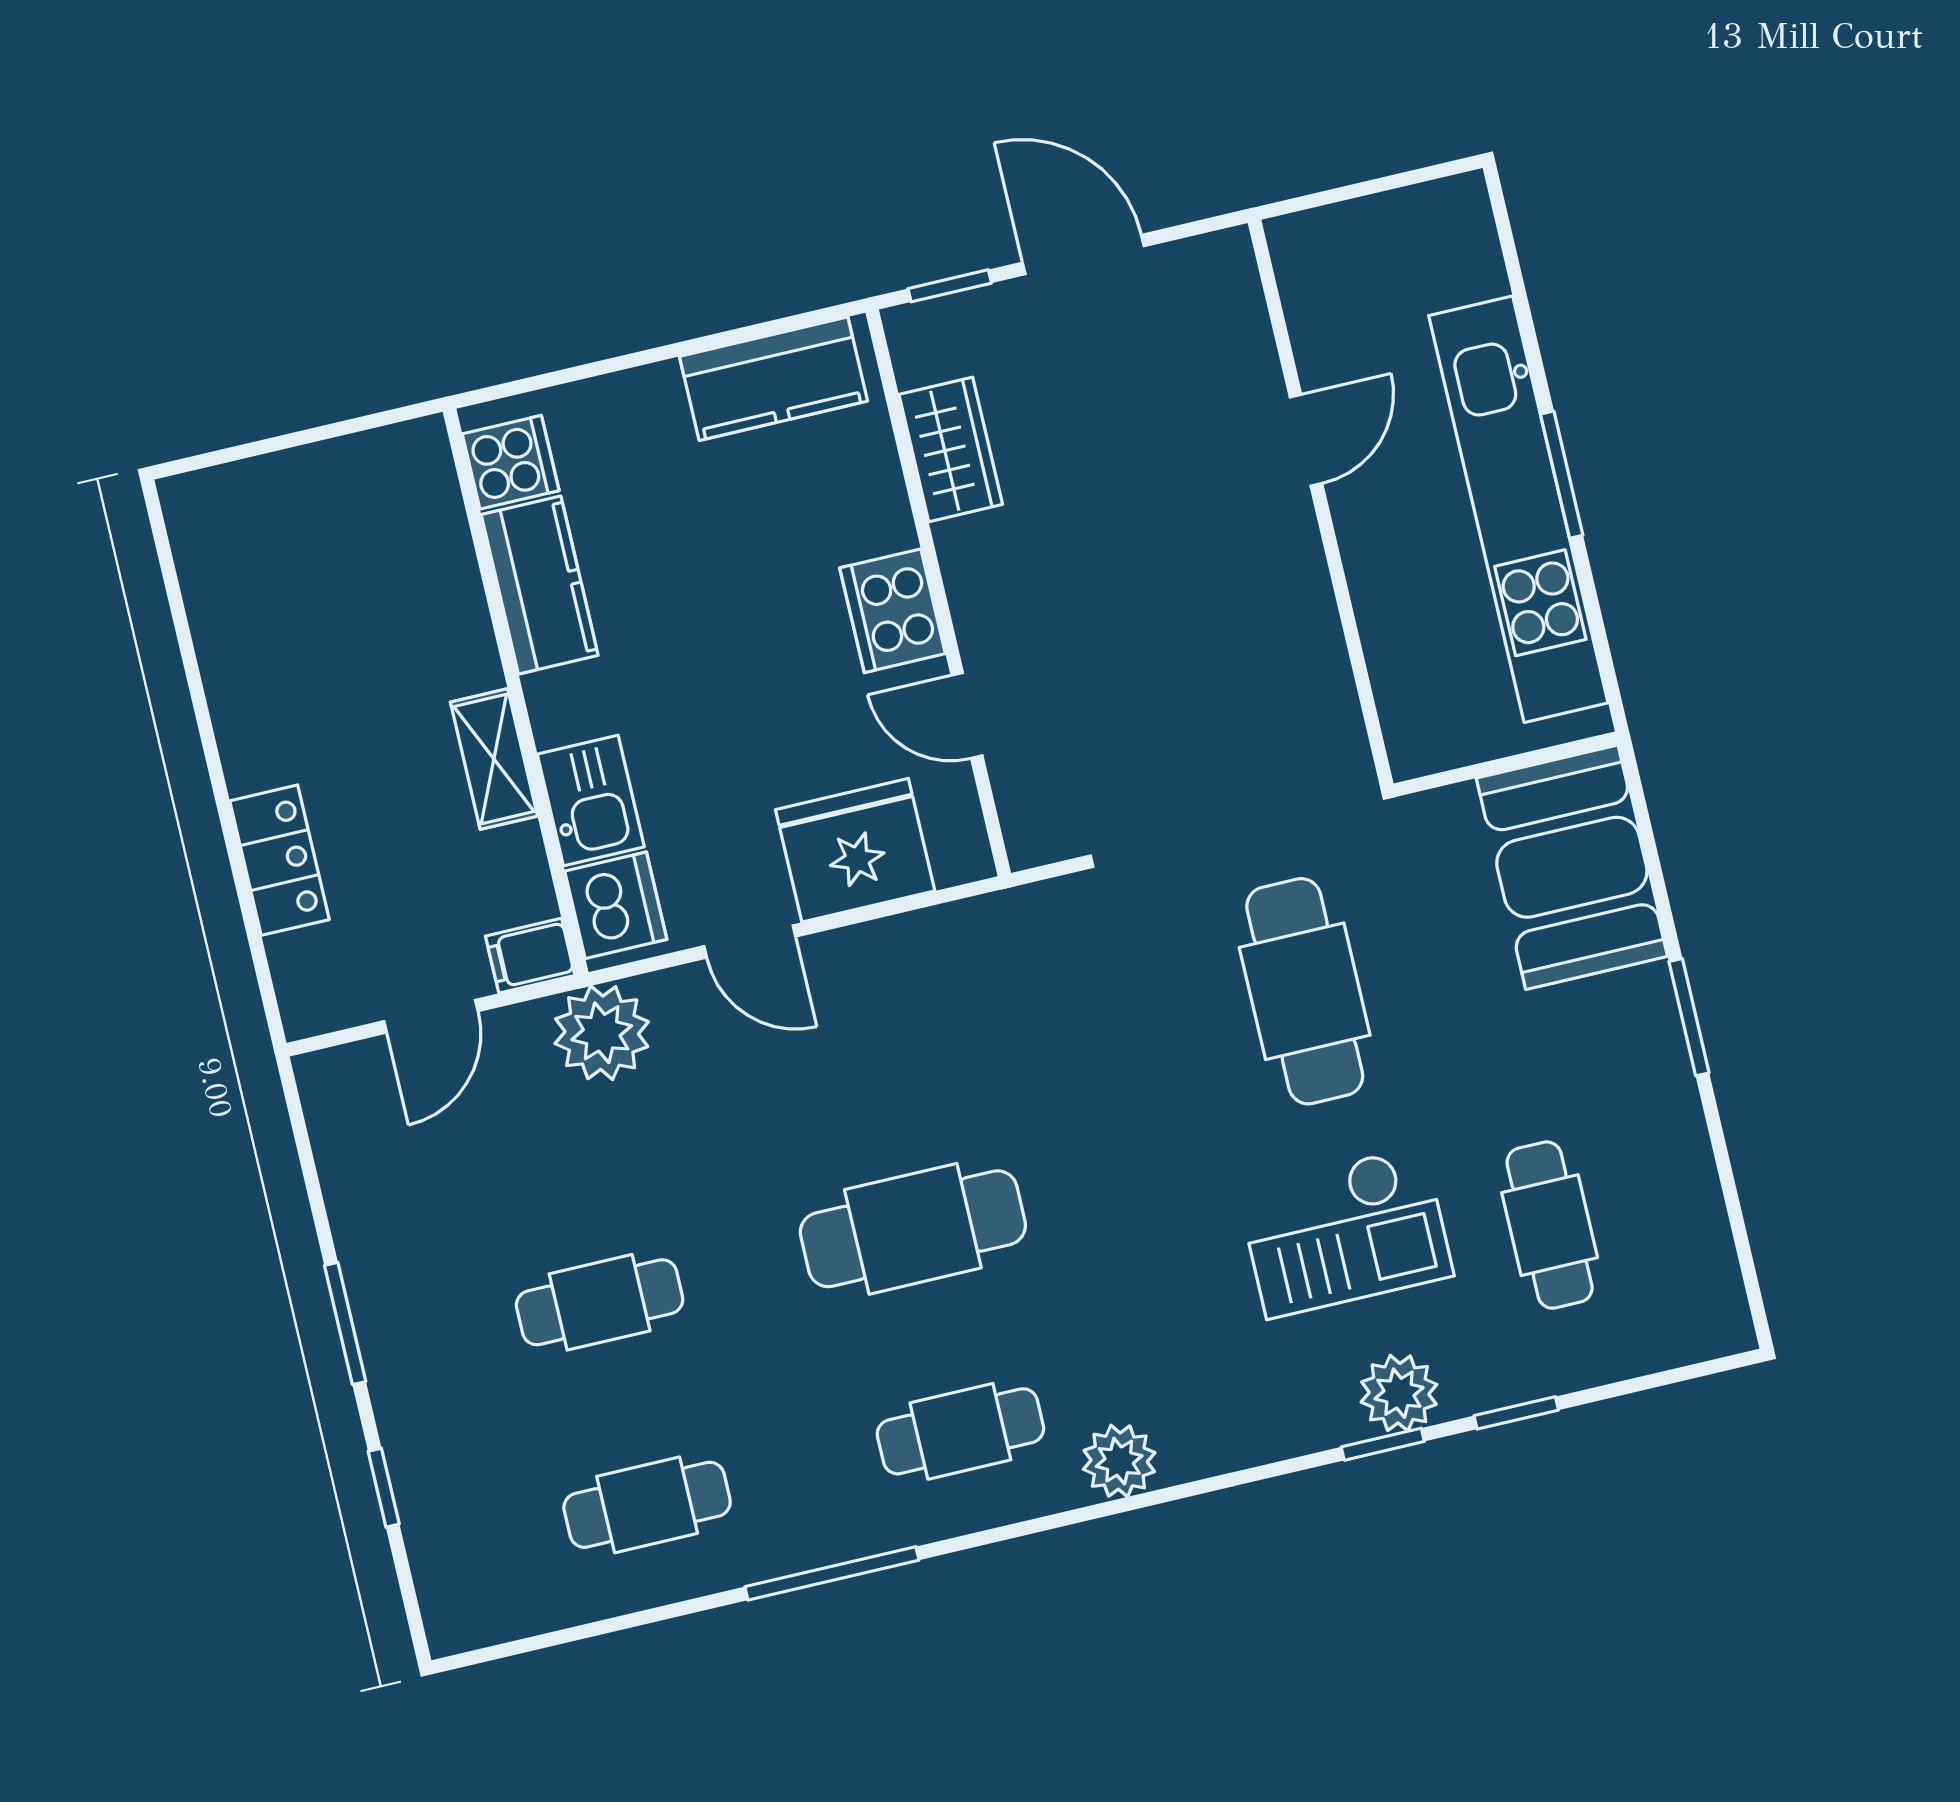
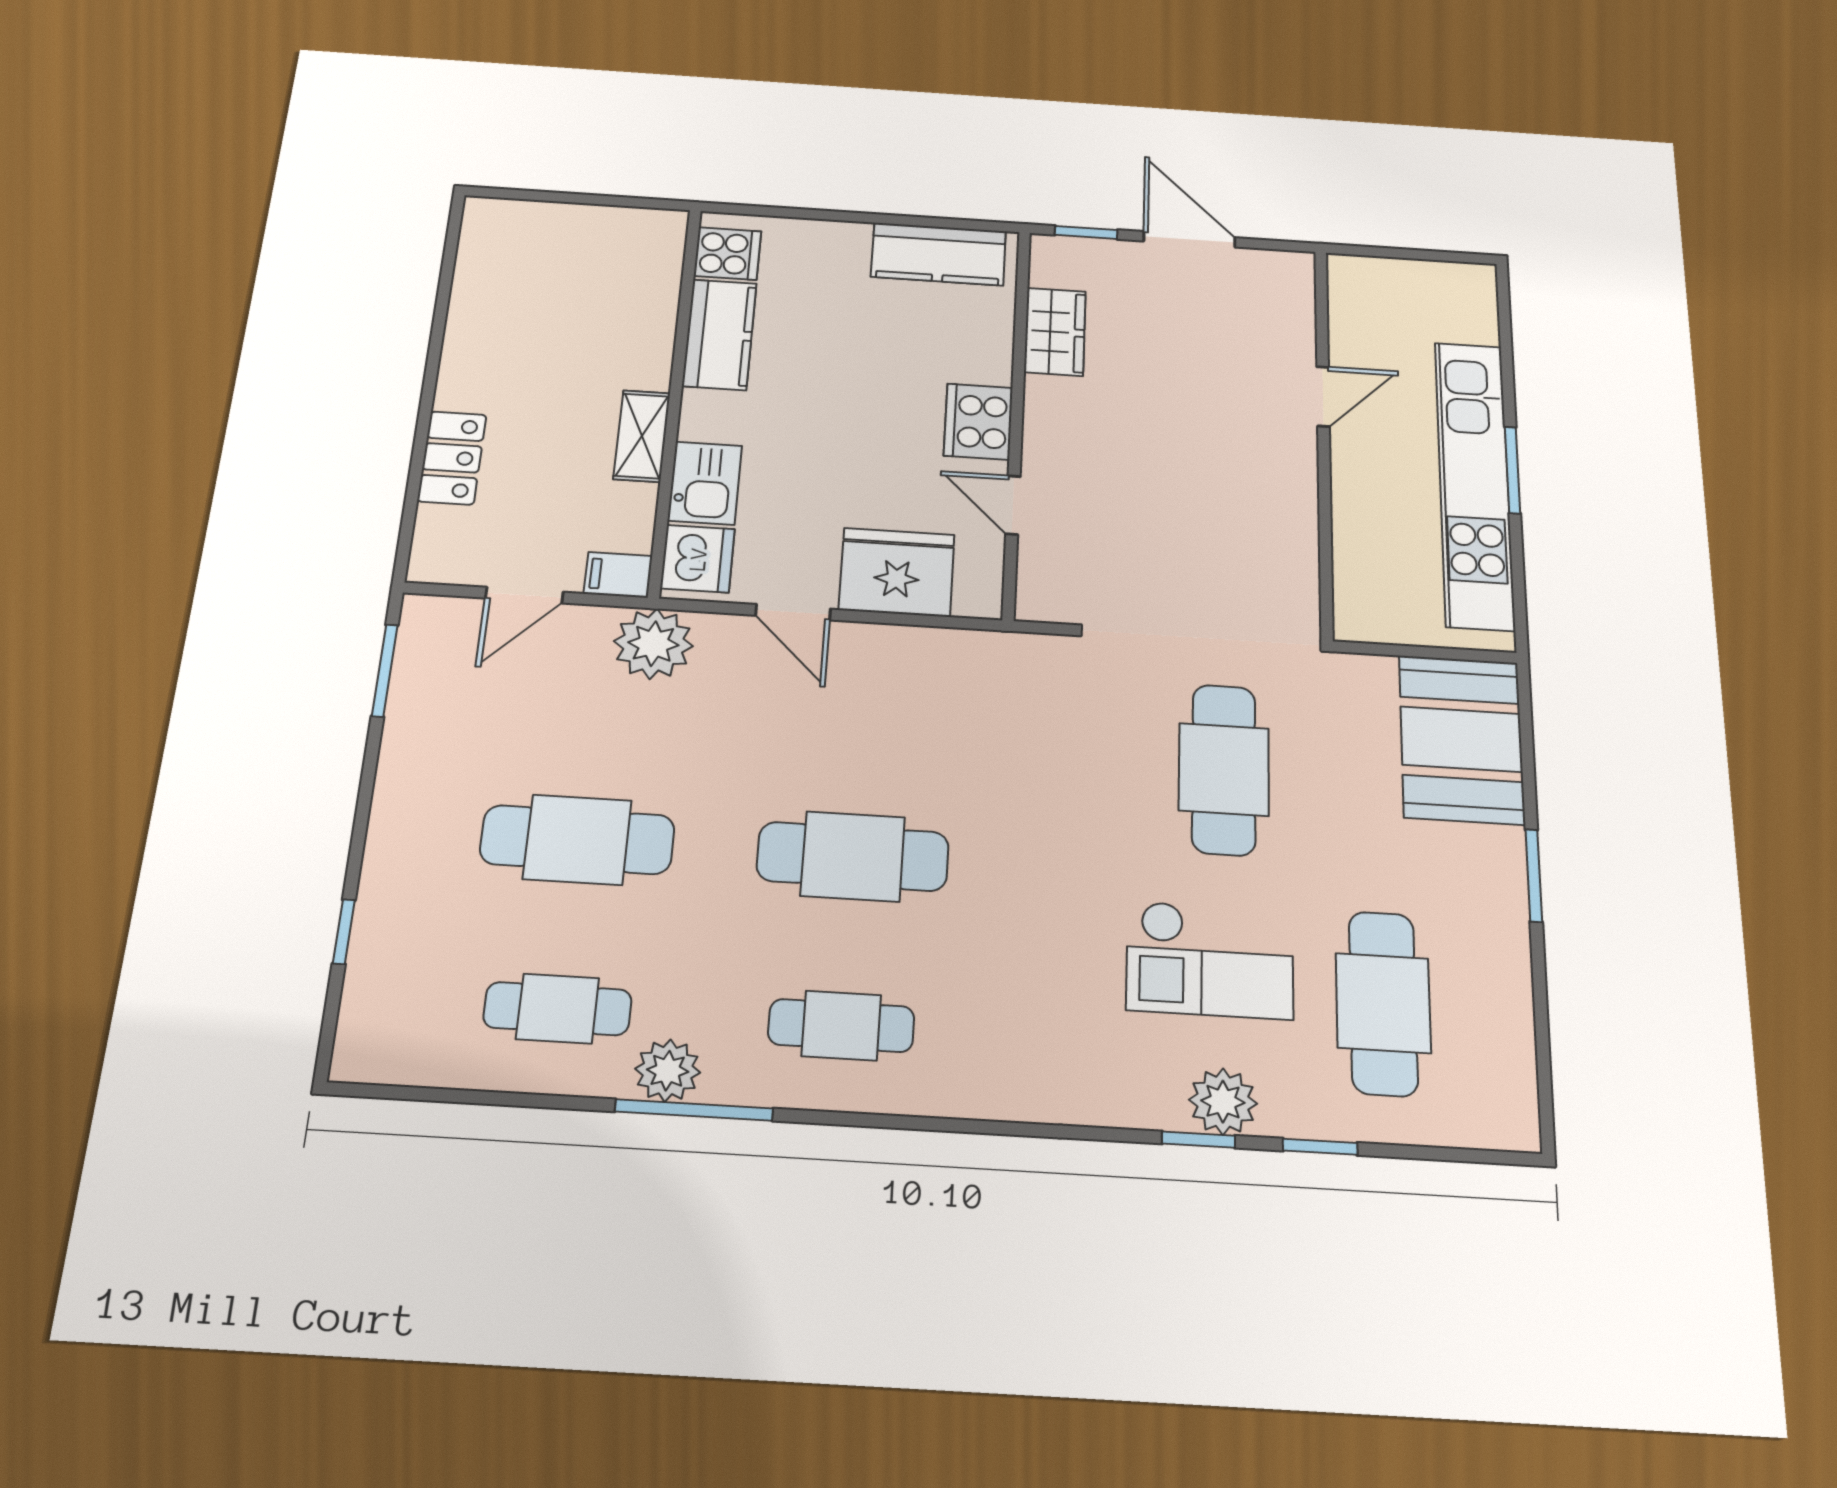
cafe table: (1550, 1225) -> (1383, 1003), width x1.37, depth x1.35
cafe table: (600, 1302) -> (577, 840), width x1.37, depth x1.35
window: (345, 1324) -> (385, 670), moved
plant: (1119, 1461) -> (668, 1071), moved

